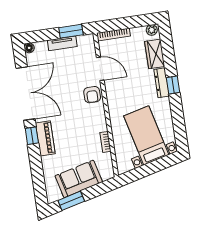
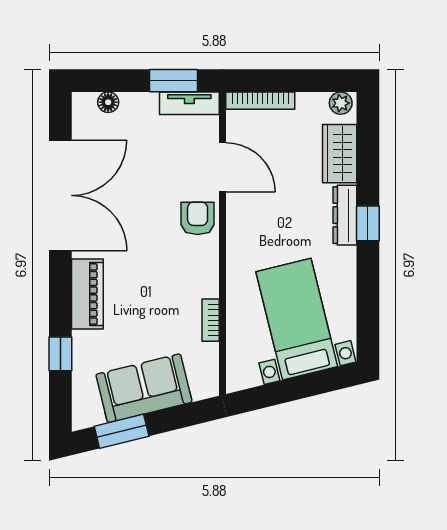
tv unit: (62, 43) -> (189, 103), moved
floor lamp: (29, 48) -> (108, 102), moved
armchair: (92, 95) -> (198, 218), turned 180
window: (32, 136) -> (60, 354), moved

